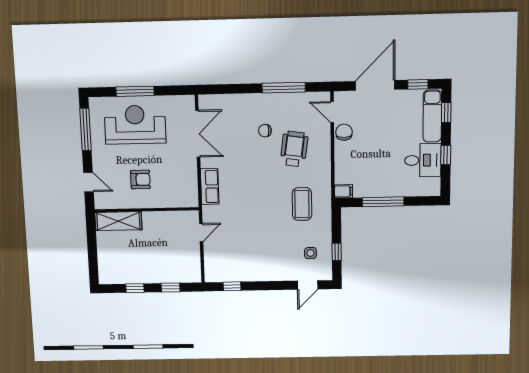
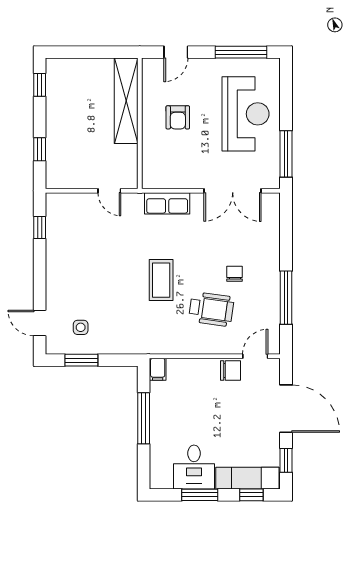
window: (135, 91) -> (286, 154), moved
window: (446, 155) -> (200, 495), width x1.50
coffee table: (302, 204) -> (161, 280), moved, turned 90
shelving: (118, 221) -> (126, 101), width x1.47
window: (337, 252) -> (81, 360), width x1.50
window: (135, 288) -> (40, 85), moved

